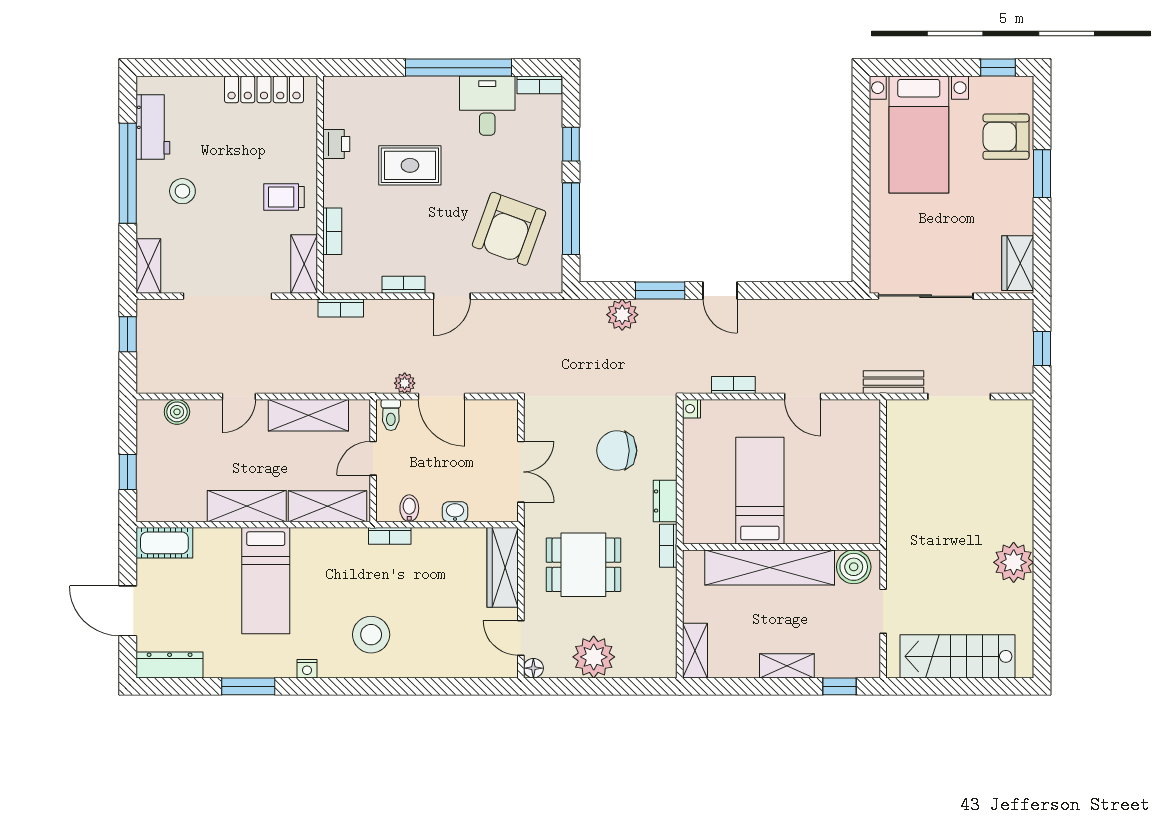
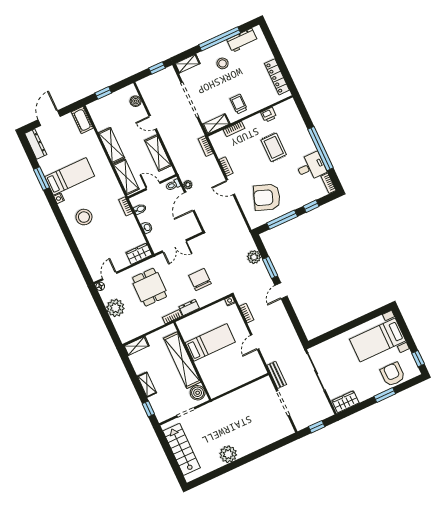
wardrobe: (503, 567) -> (139, 254), width x0.67
bed: (266, 581) -> (70, 176), moved, turned 180

